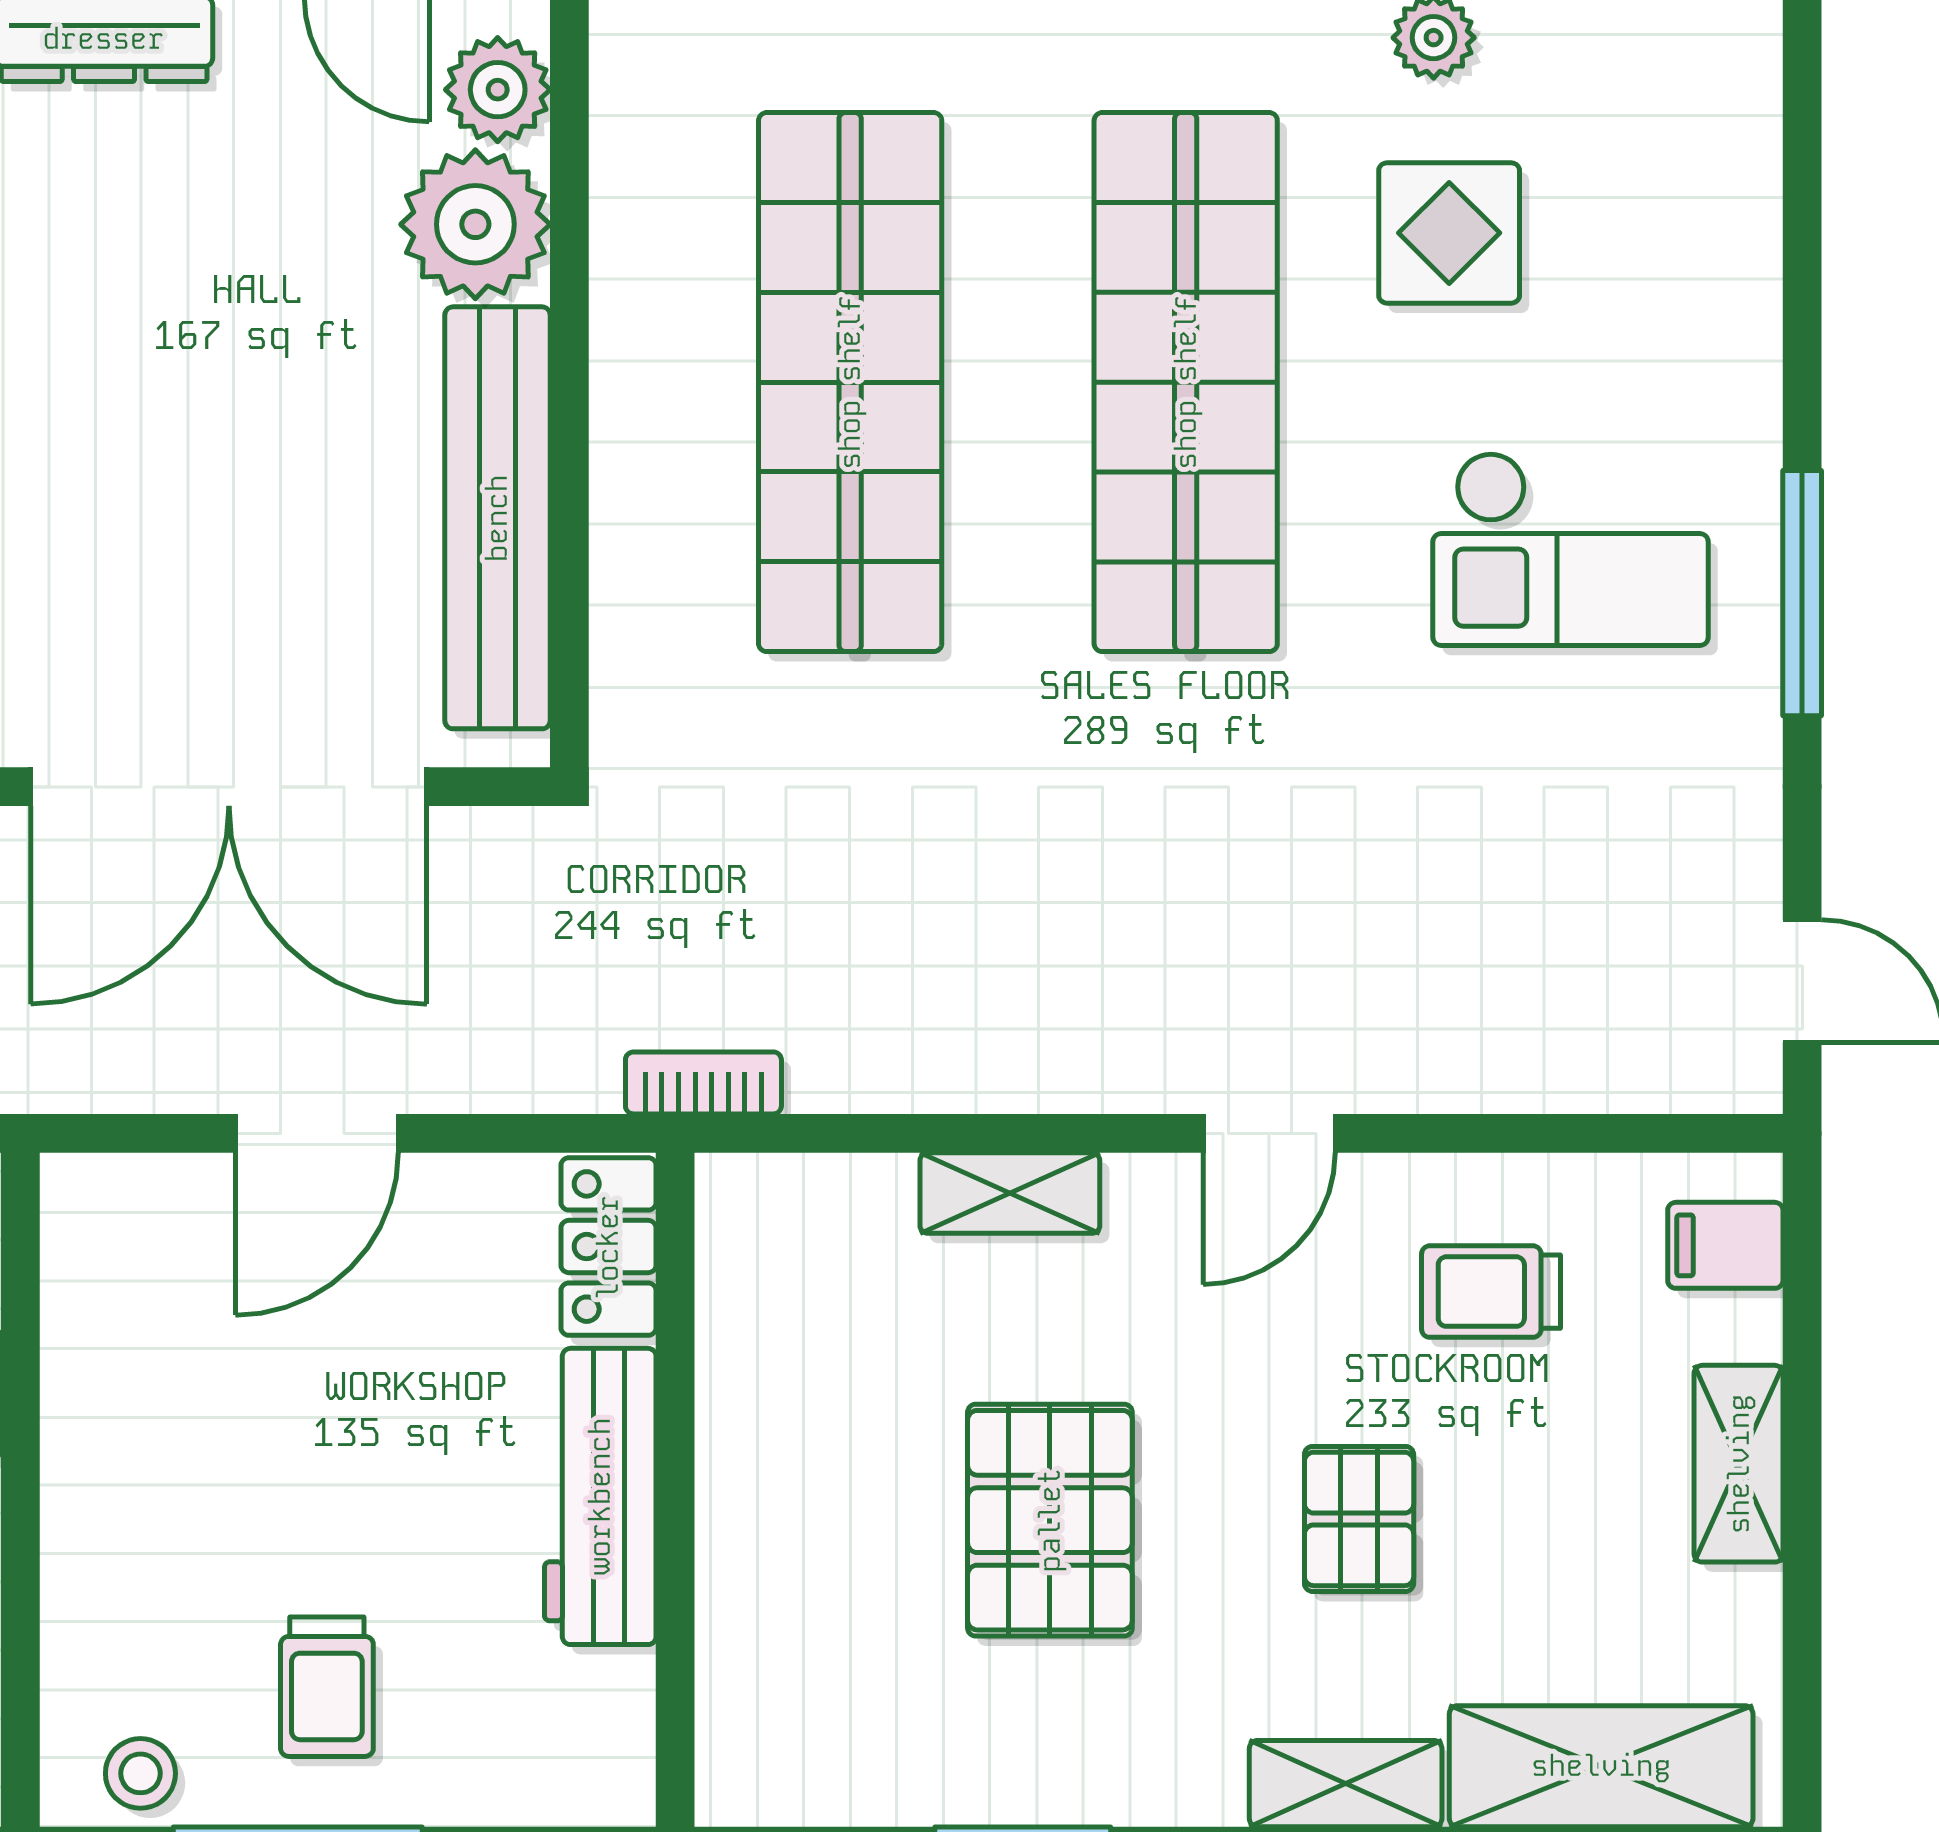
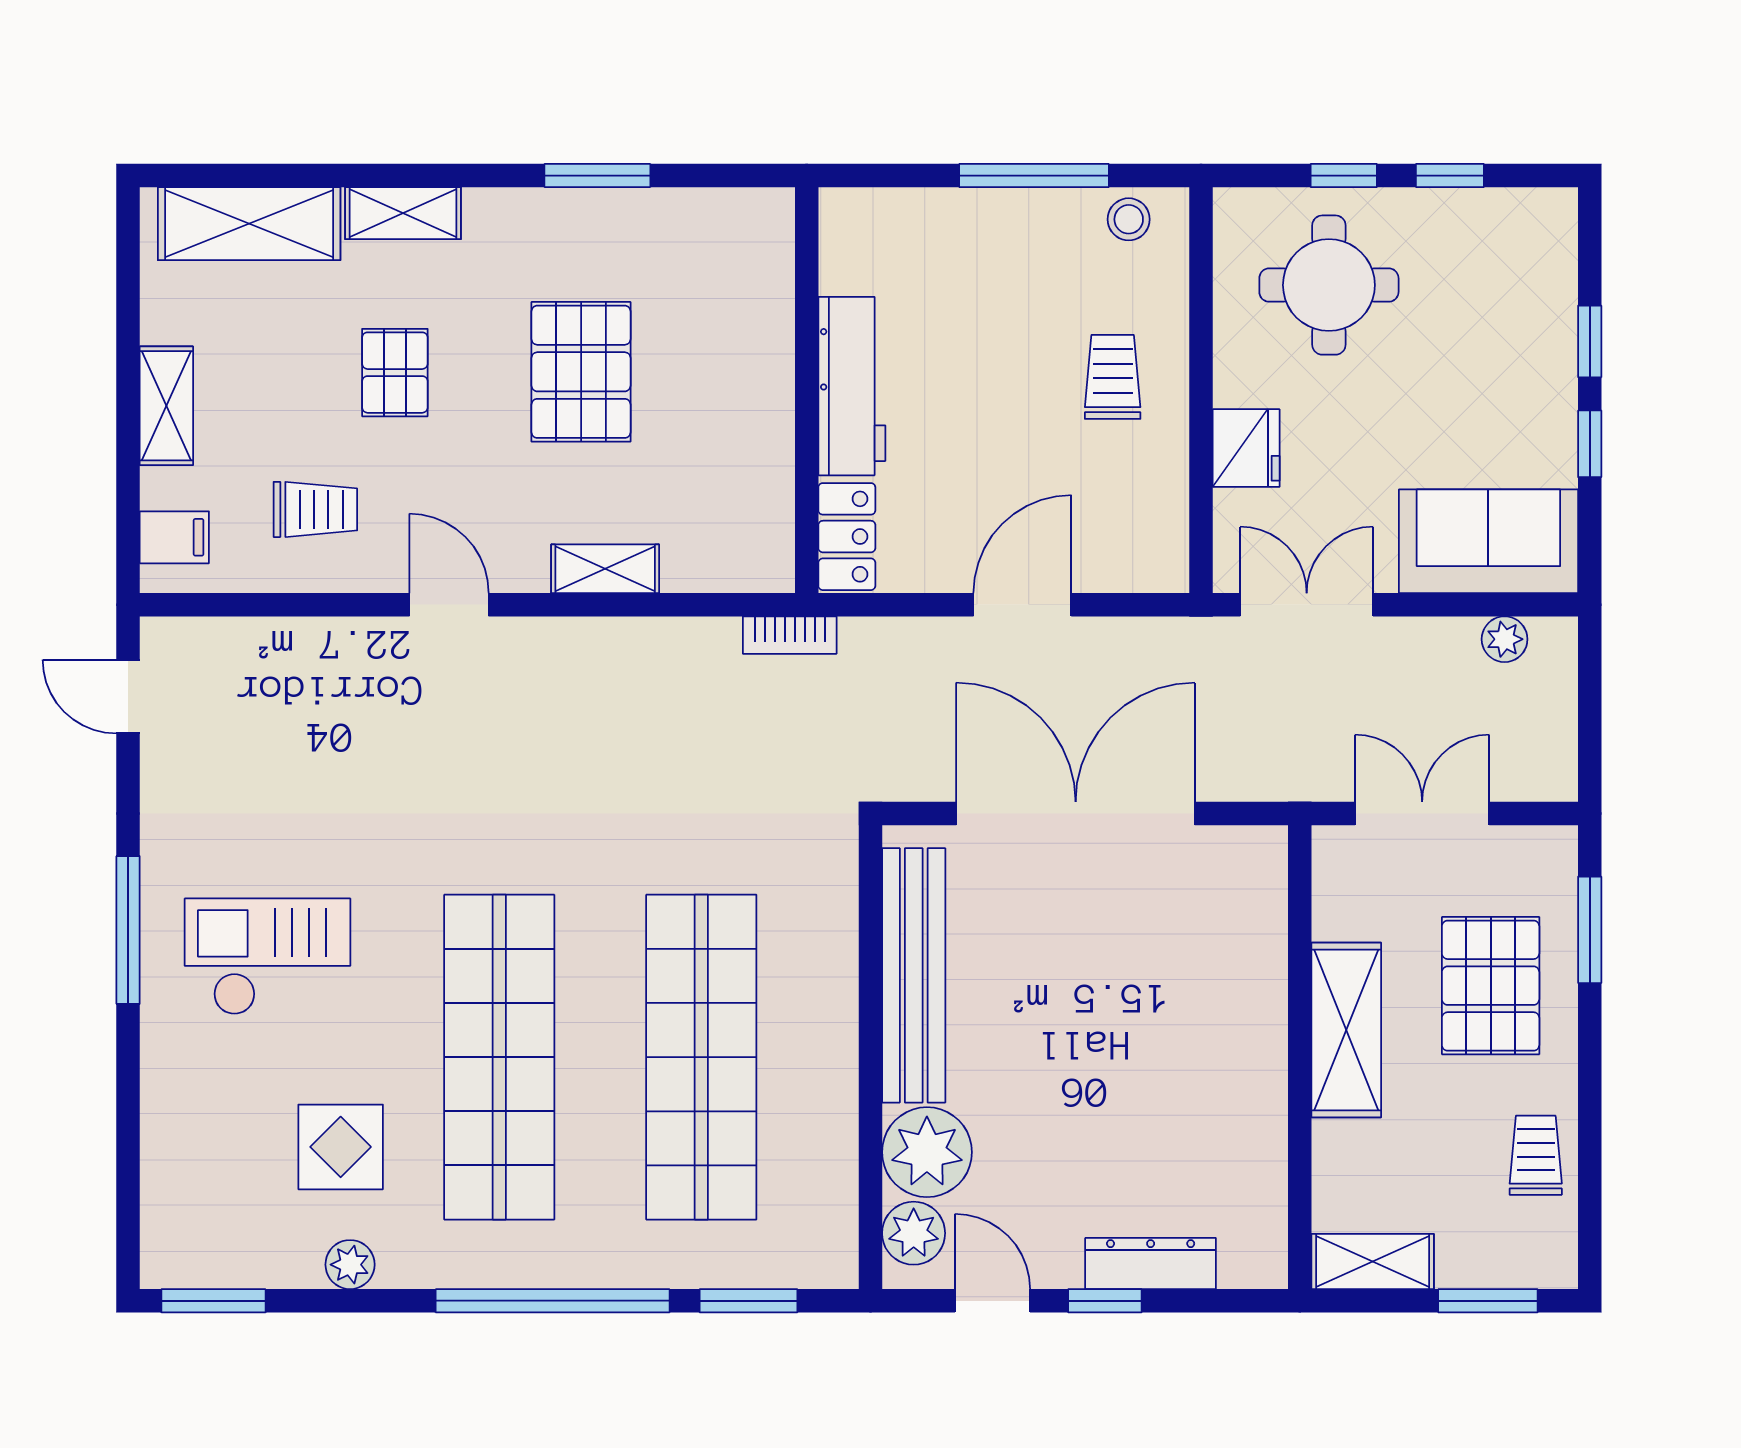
door: (1269, 1133) -> (449, 605), hinge flipped
trolley: (327, 1687) -> (1113, 377), moved

